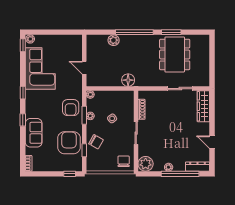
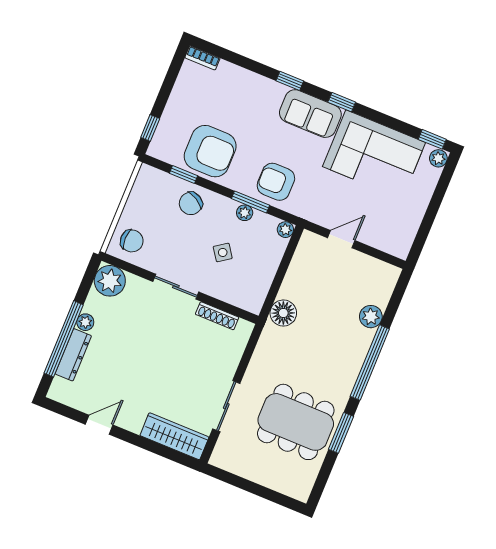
sofa: (34, 133) -> (310, 114), moved
dresser: (197, 167) -> (73, 355), moved

